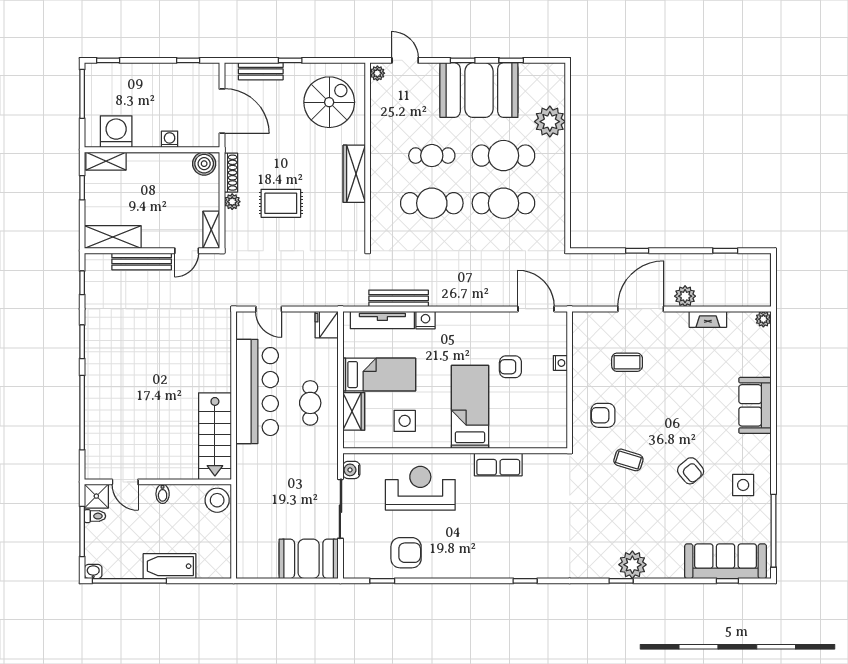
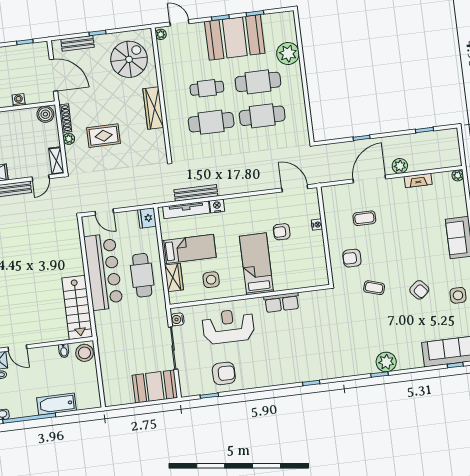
cafe table: (310, 403) -> (142, 275), width x1.37, depth x1.35
bidet: (163, 494) -> (64, 351), moved

